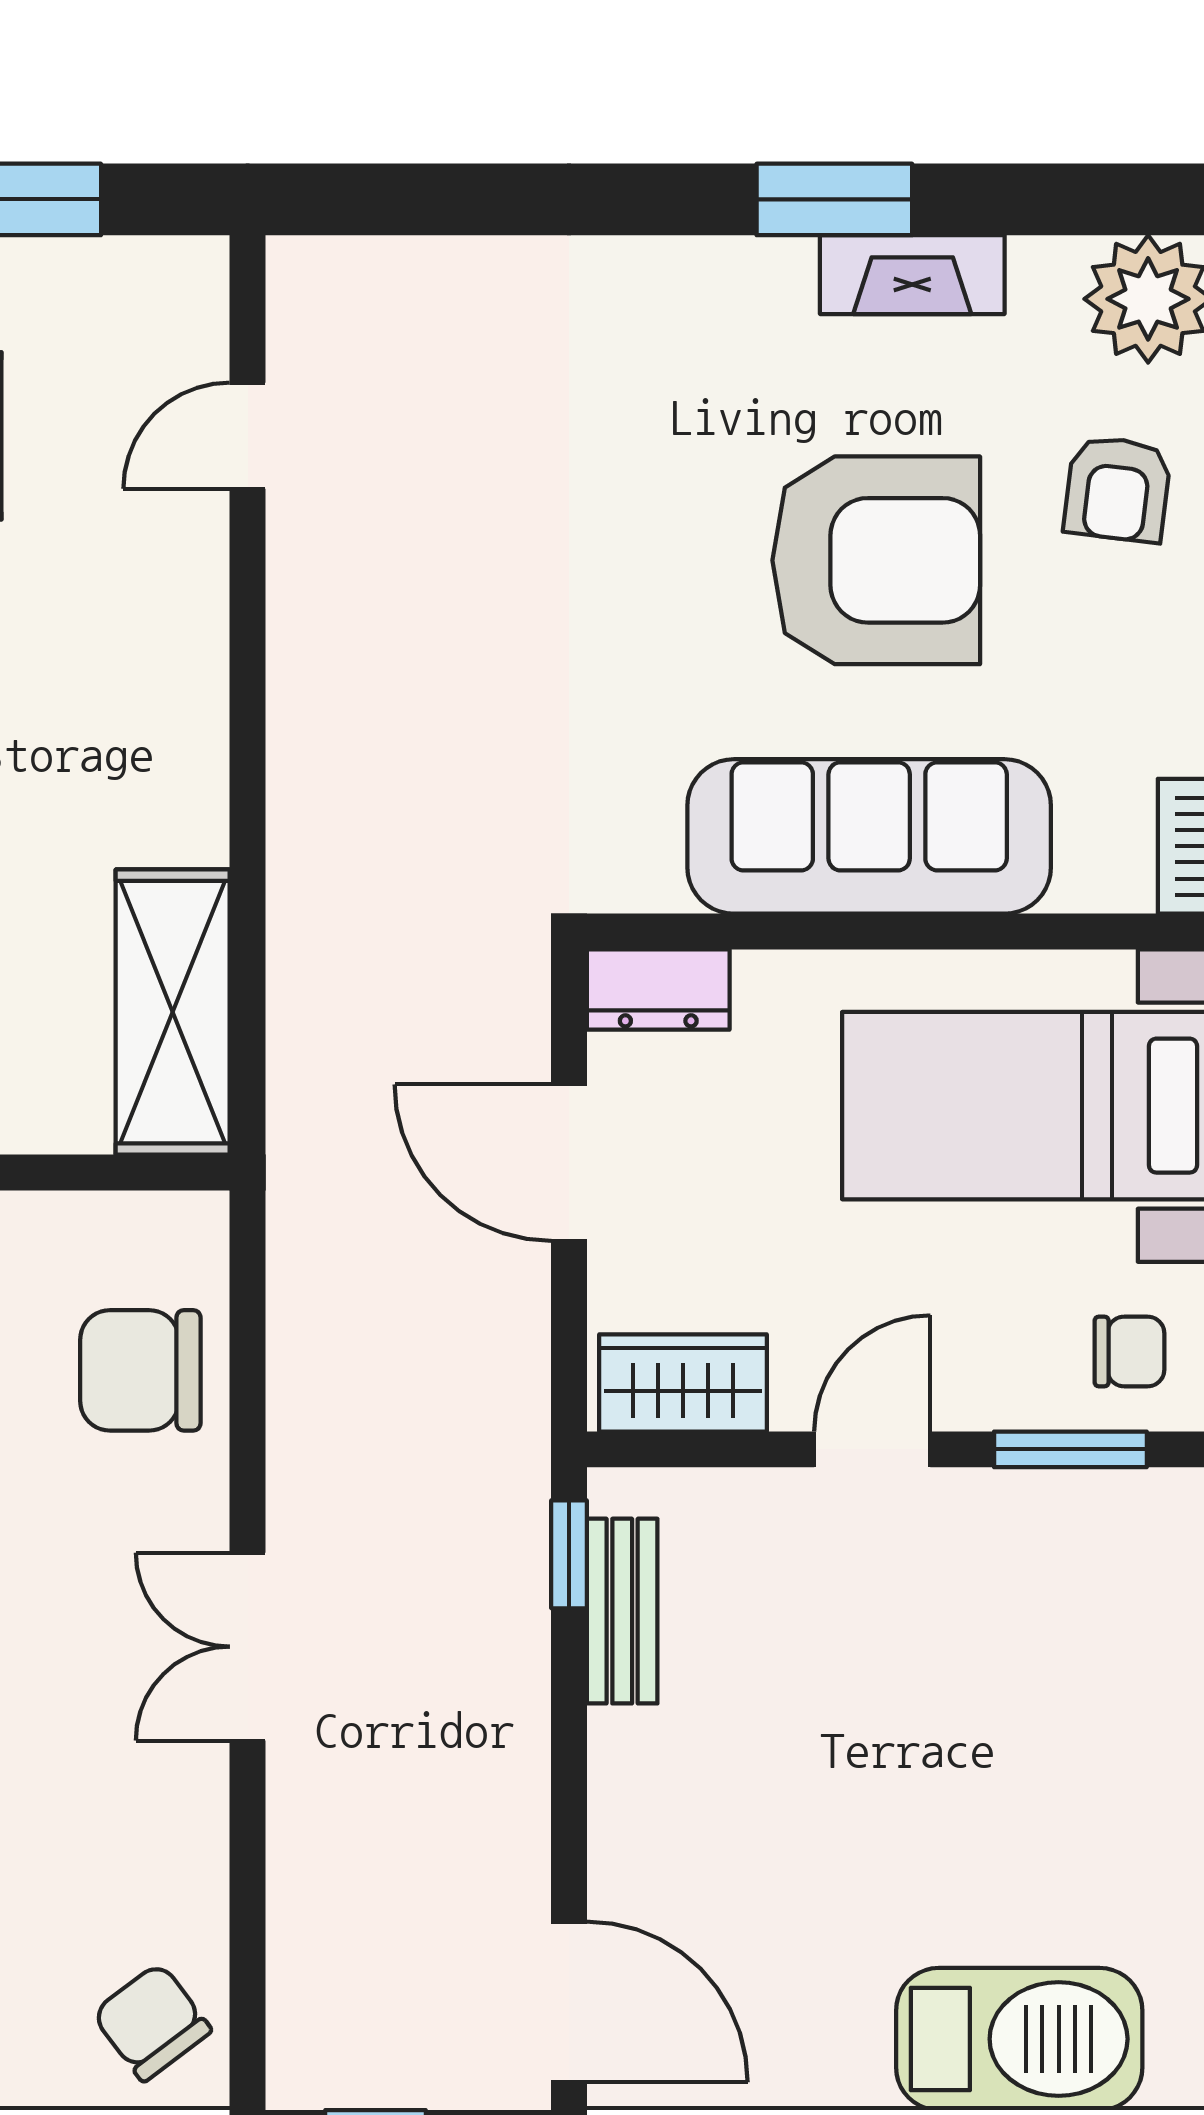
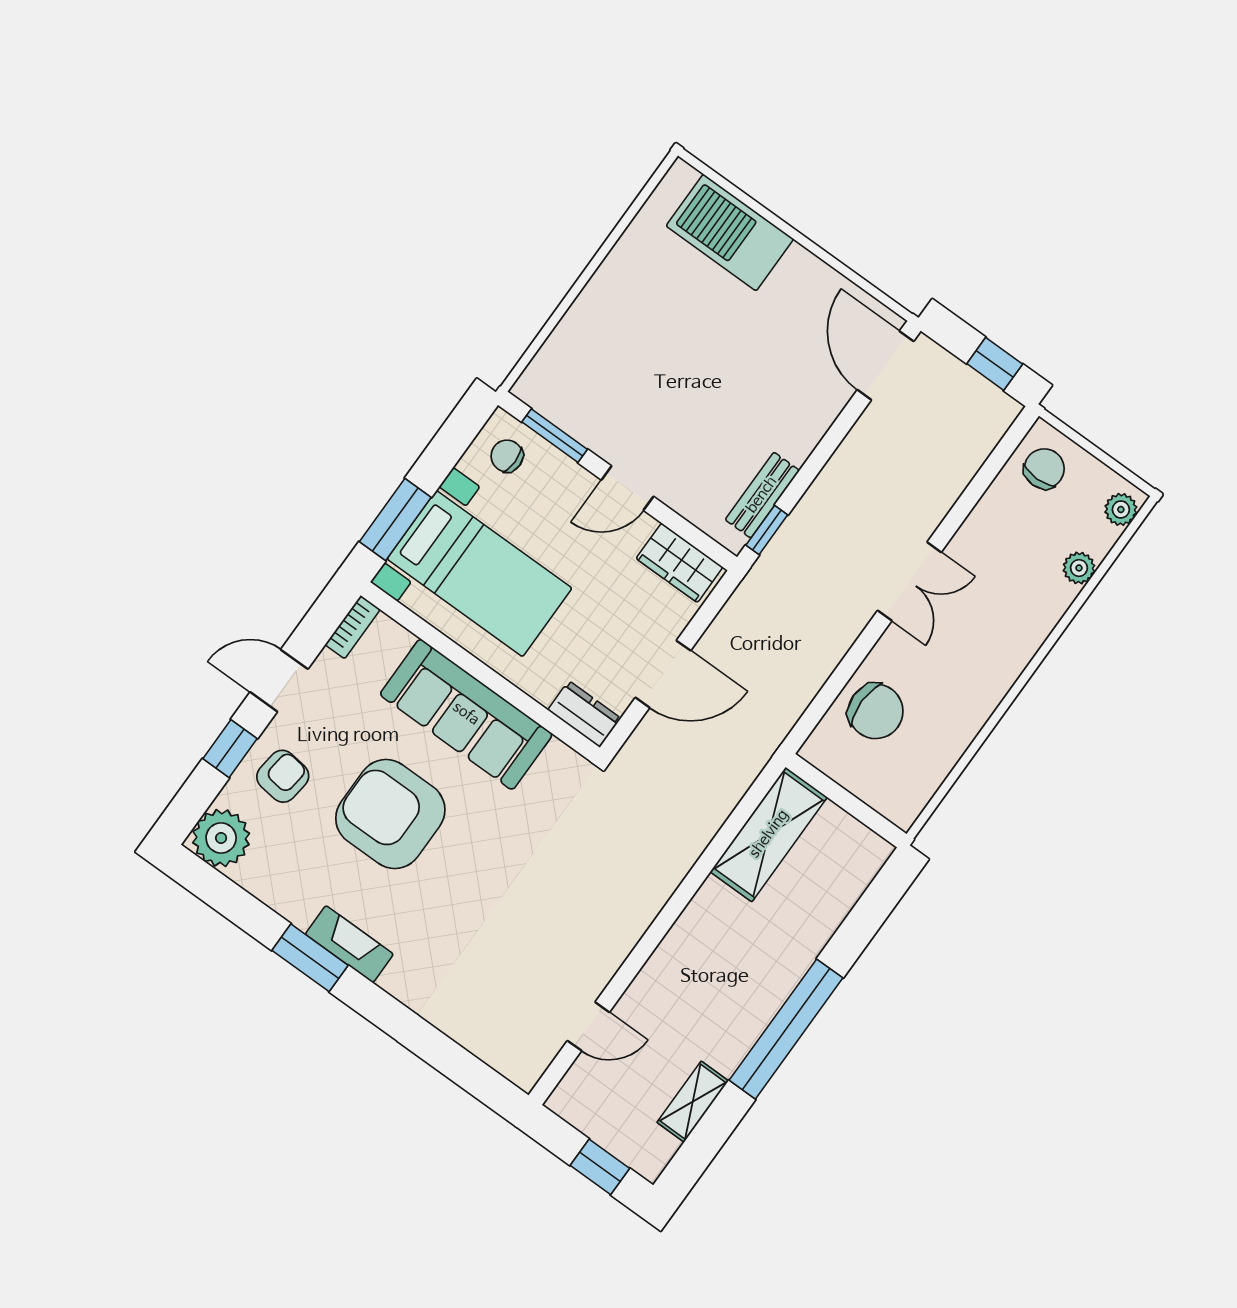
fireplace: (912, 275) -> (349, 944), moved
door: (569, 1163) -> (663, 674), hinge flipped
chair: (152, 2022) -> (1044, 469), turned -143

